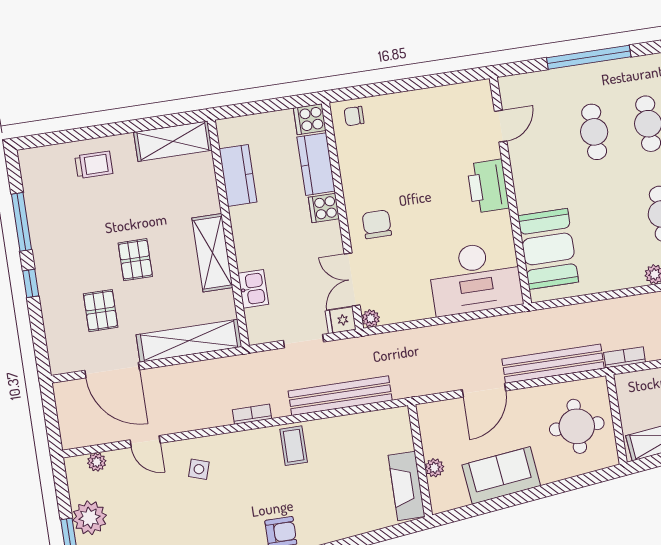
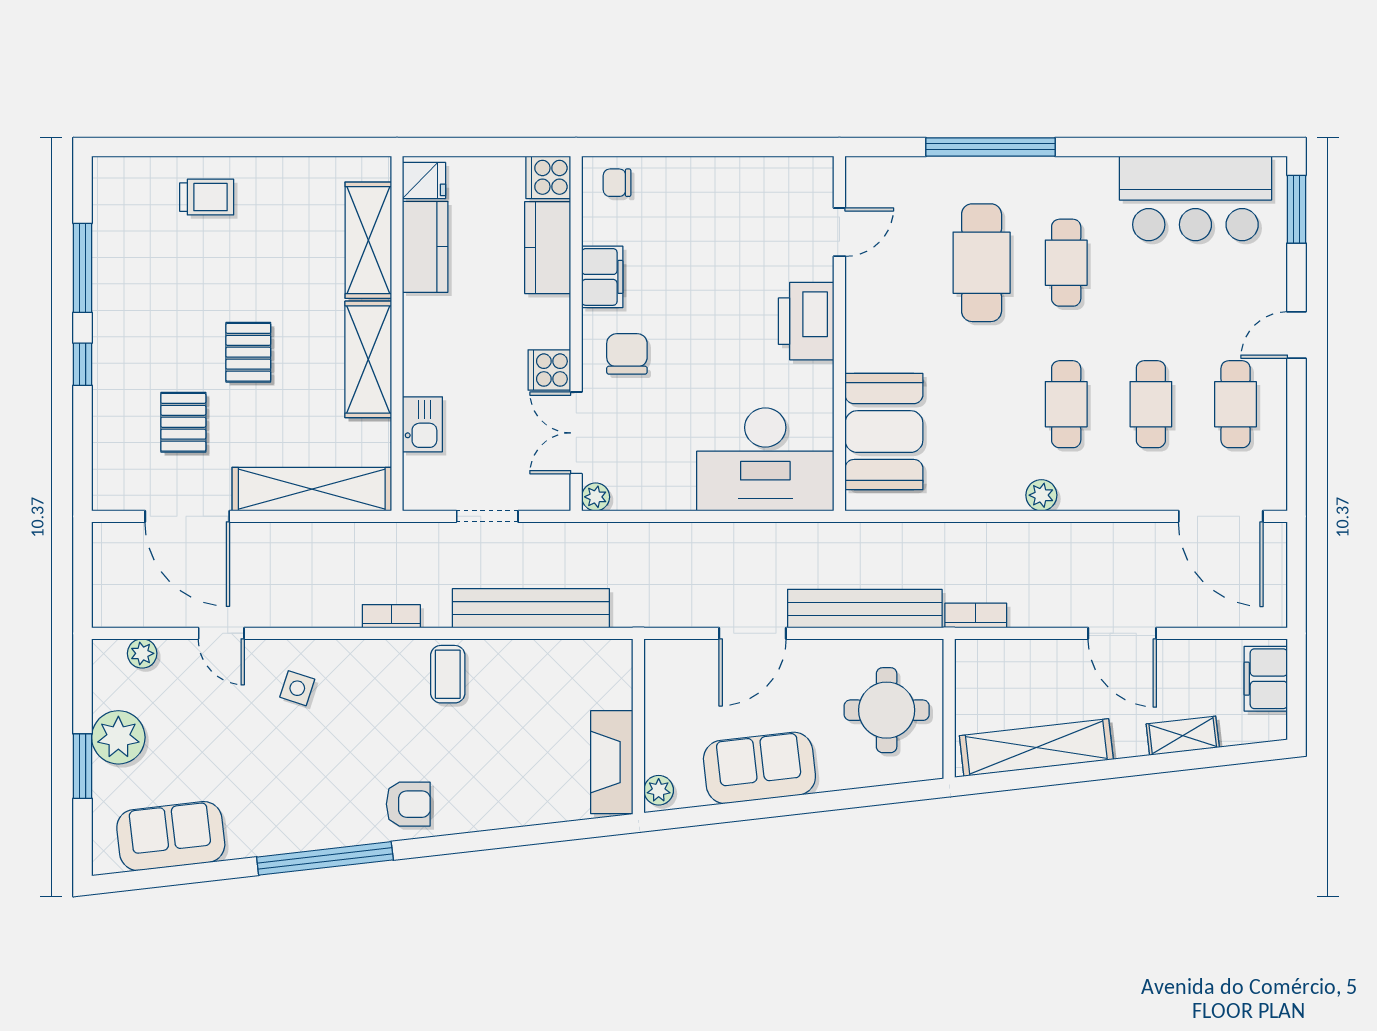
cafe table: (594, 132) -> (982, 263), width x1.37, depth x1.35
shelving: (173, 141) -> (368, 240), moved, turned 90
filing cabinet: (354, 178) -> (602, 277), added
cooker: (324, 208) -> (549, 370), moved
fridge: (341, 320) -> (424, 180), moved, turned 180
plant: (434, 468) -> (659, 790), moved

